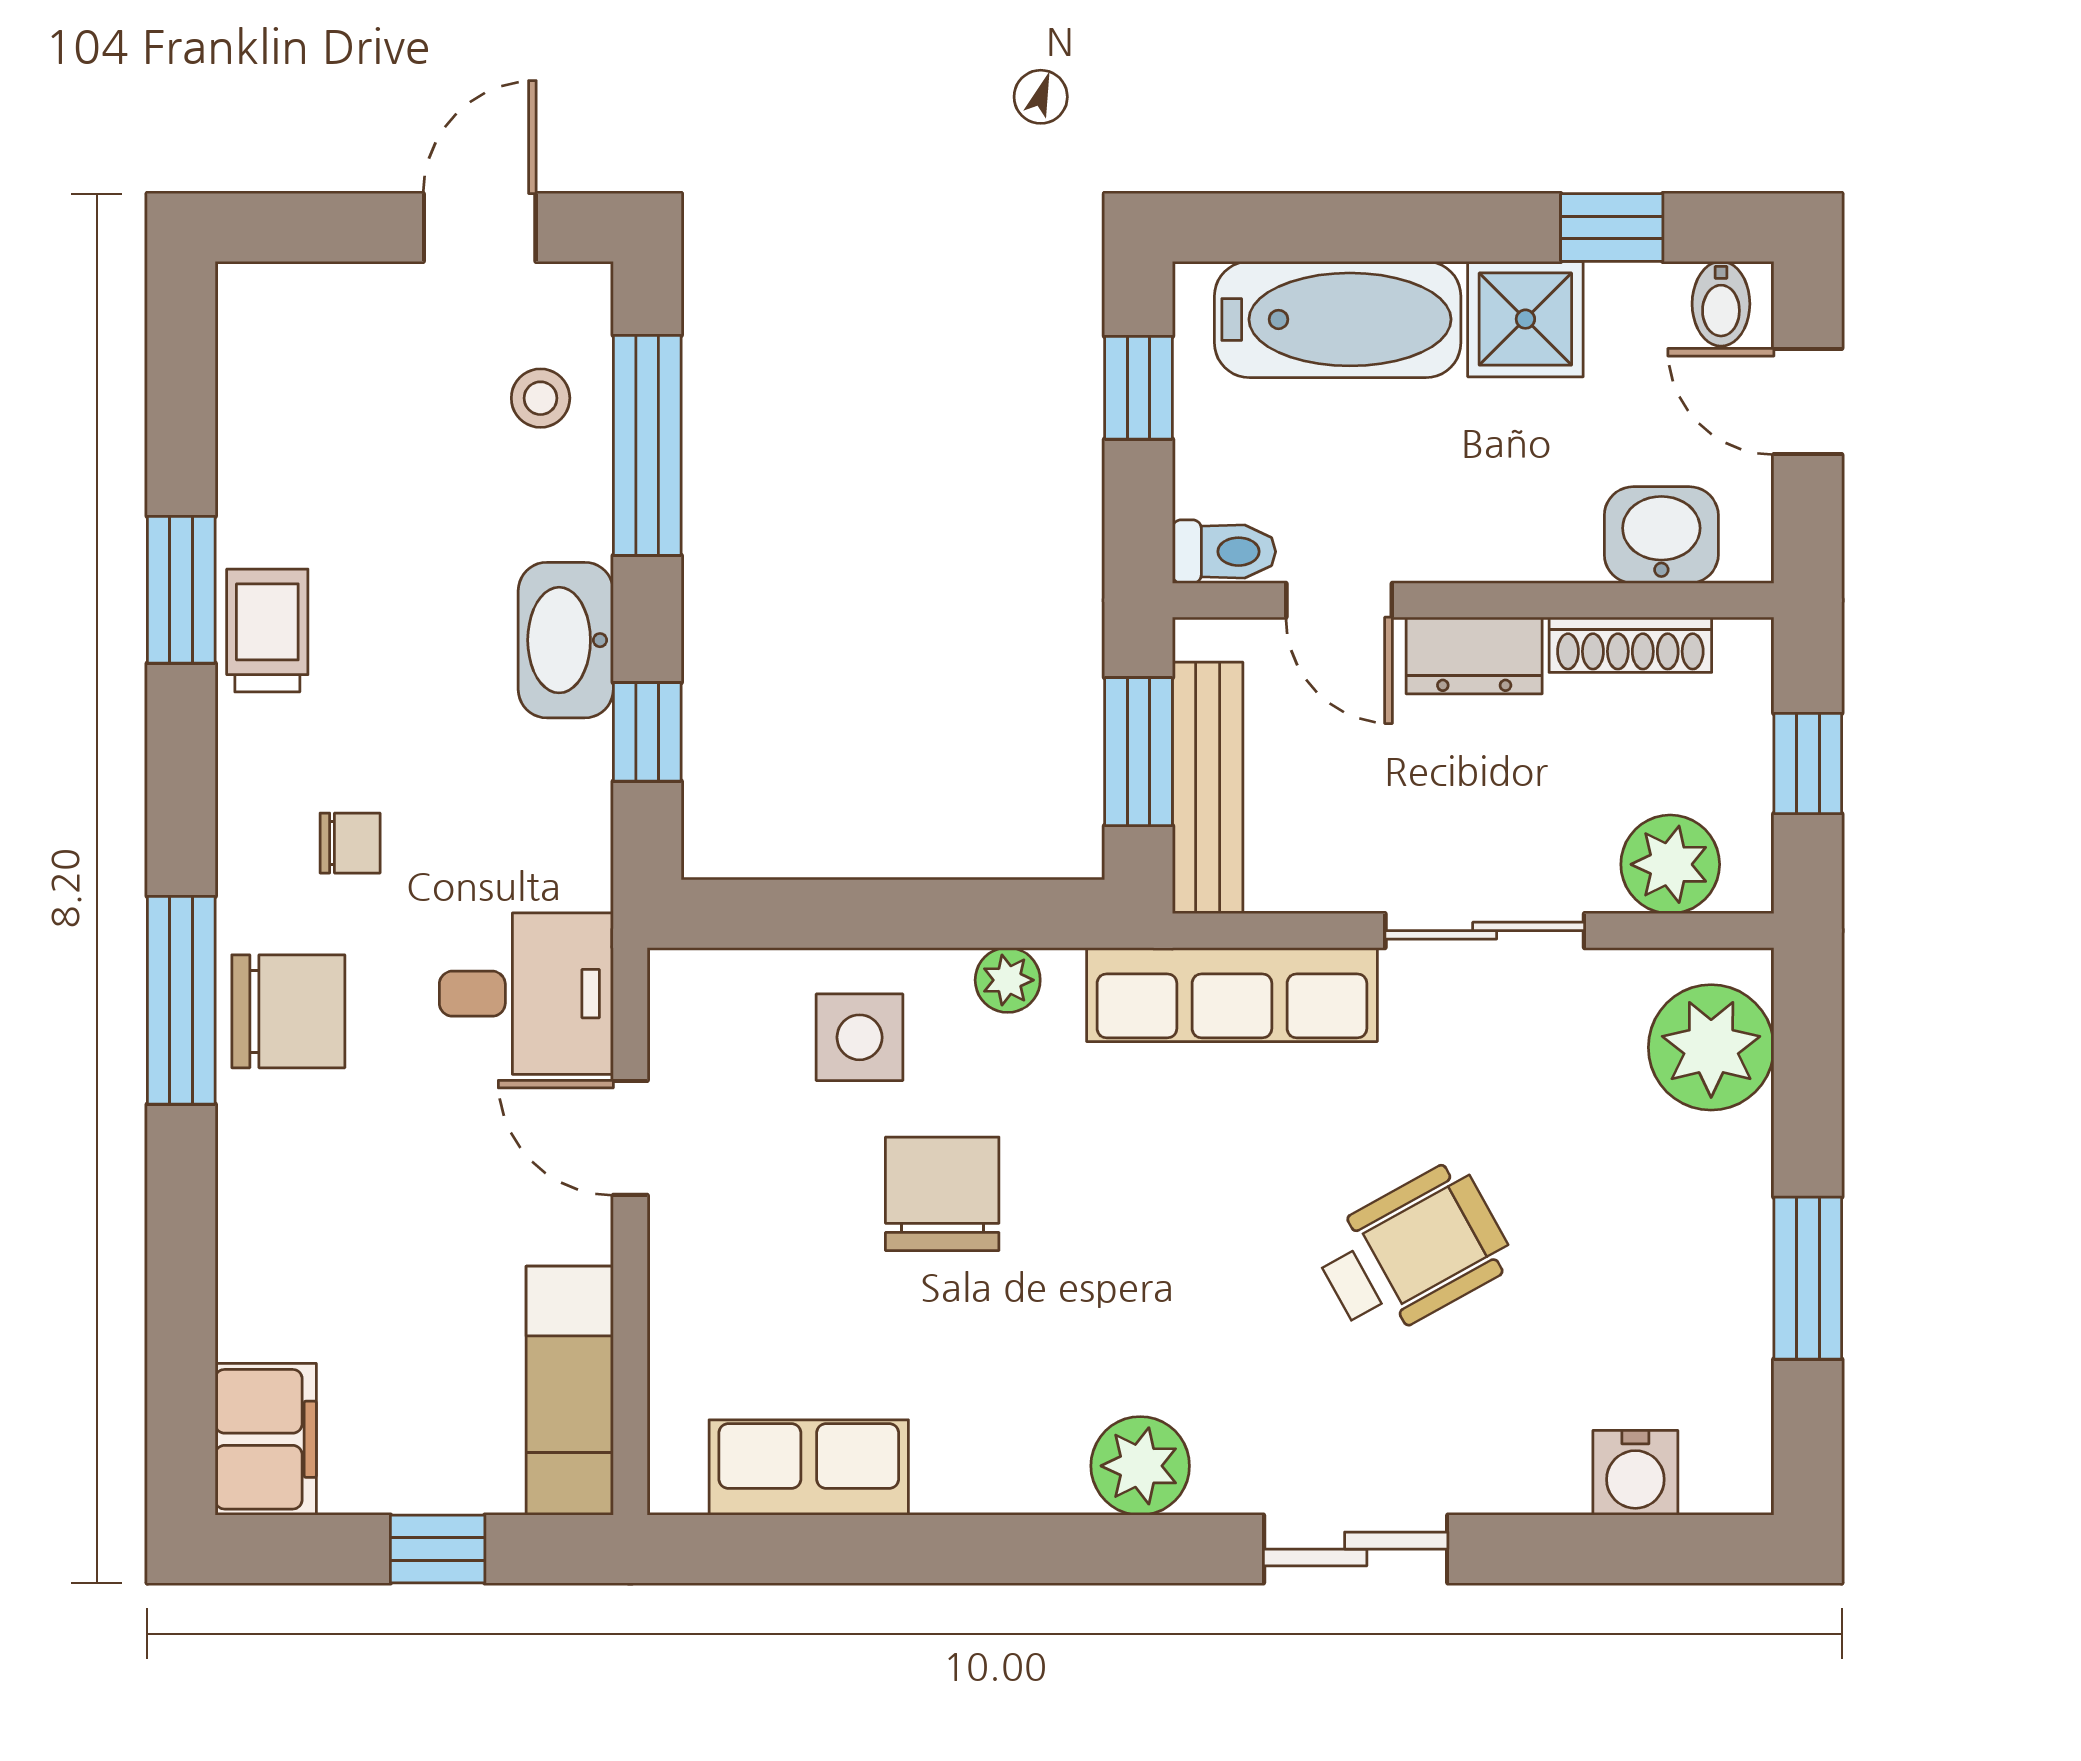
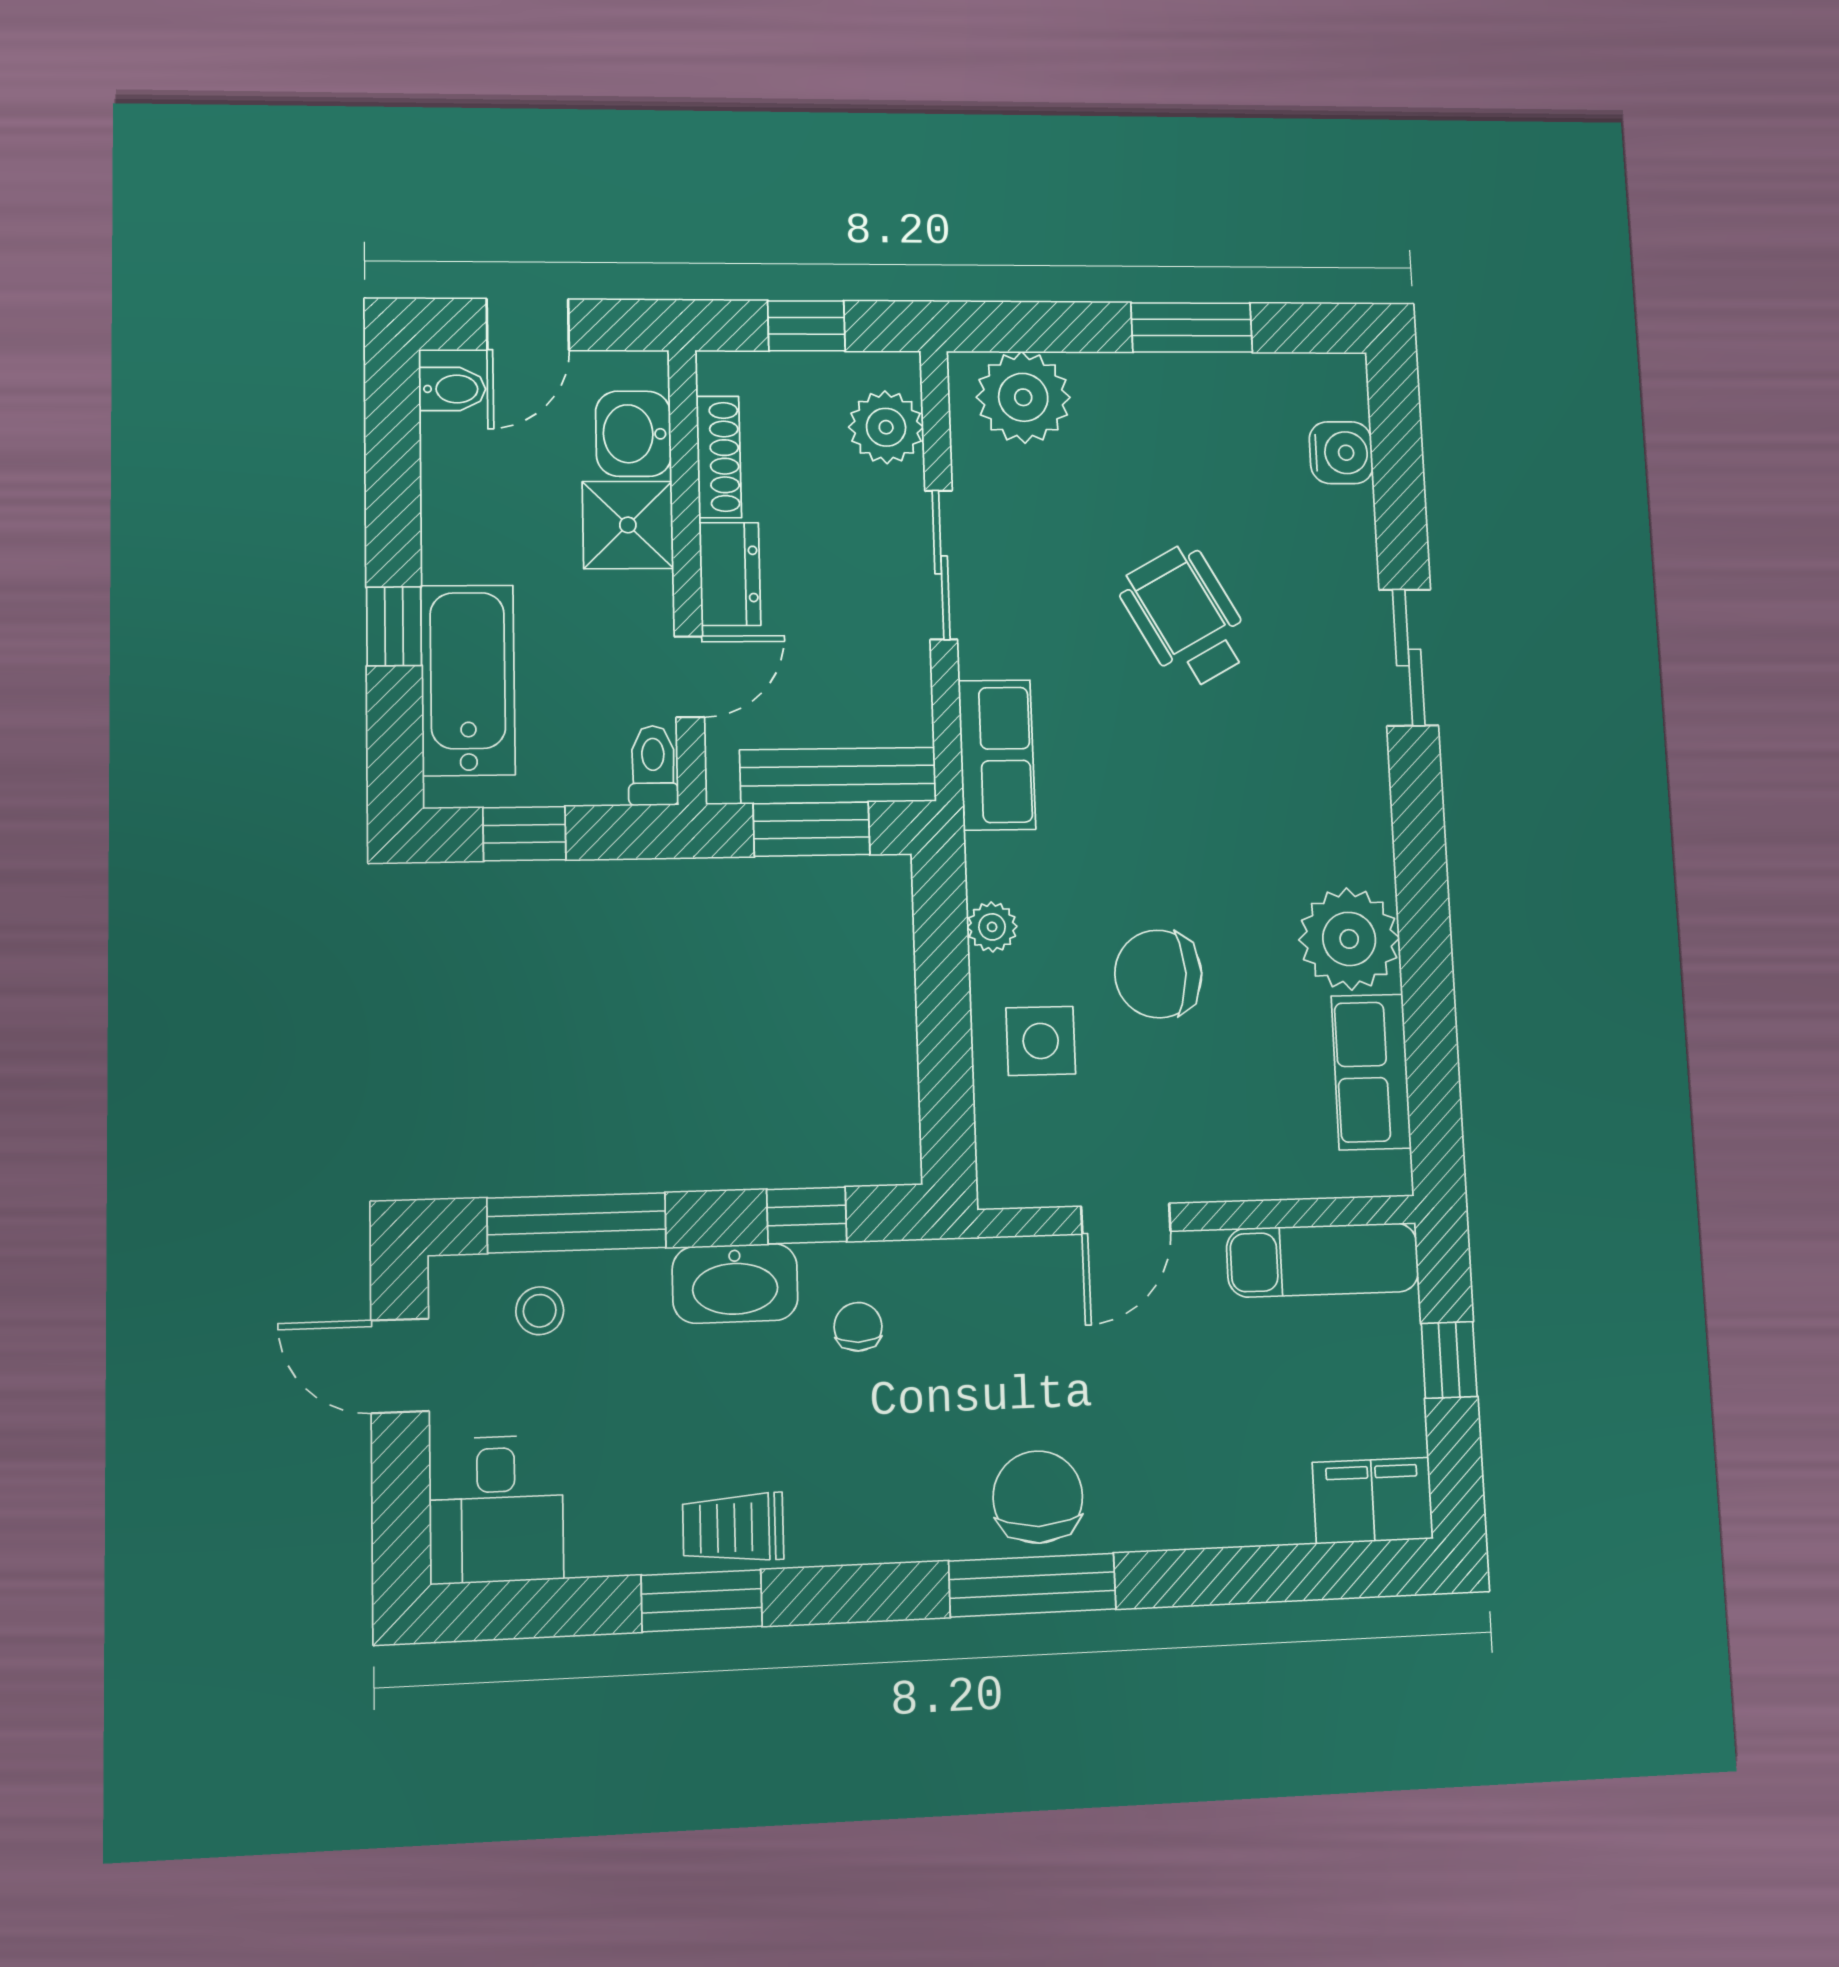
window: (1612, 227) -> (394, 626), moved
shower: (1525, 319) -> (628, 525), moved
chair: (350, 843) -> (858, 1327), moved
desk: (526, 994) -> (496, 1509), moved, turned 180
row of seats: (1232, 995) -> (997, 755), width x0.68
plant: (1140, 1466) -> (1349, 939), moved, width x1.36, depth x1.36

